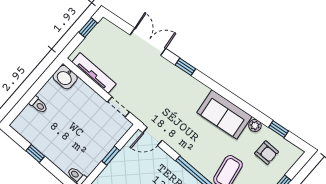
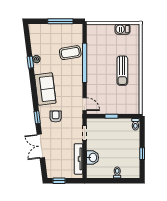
washbasin: (65, 77) -> (93, 158), moved
sofa: (224, 114) -> (45, 89), moved
window: (279, 129) -> (30, 62), moved
armchair: (267, 153) -> (56, 116), moved

